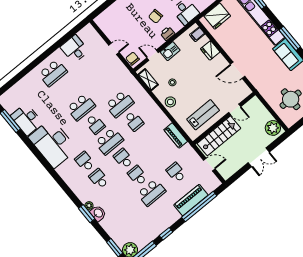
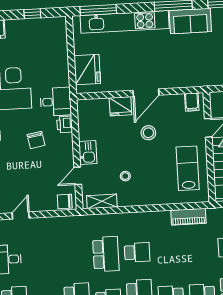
printer: (168, 33) -> (65, 124), moved
filing cabinet: (197, 34) -> (192, 102), moved
door: (114, 49) -> (21, 216), moved
door: (238, 70) -> (146, 93), moved
stool: (170, 102) -> (148, 133), moved

